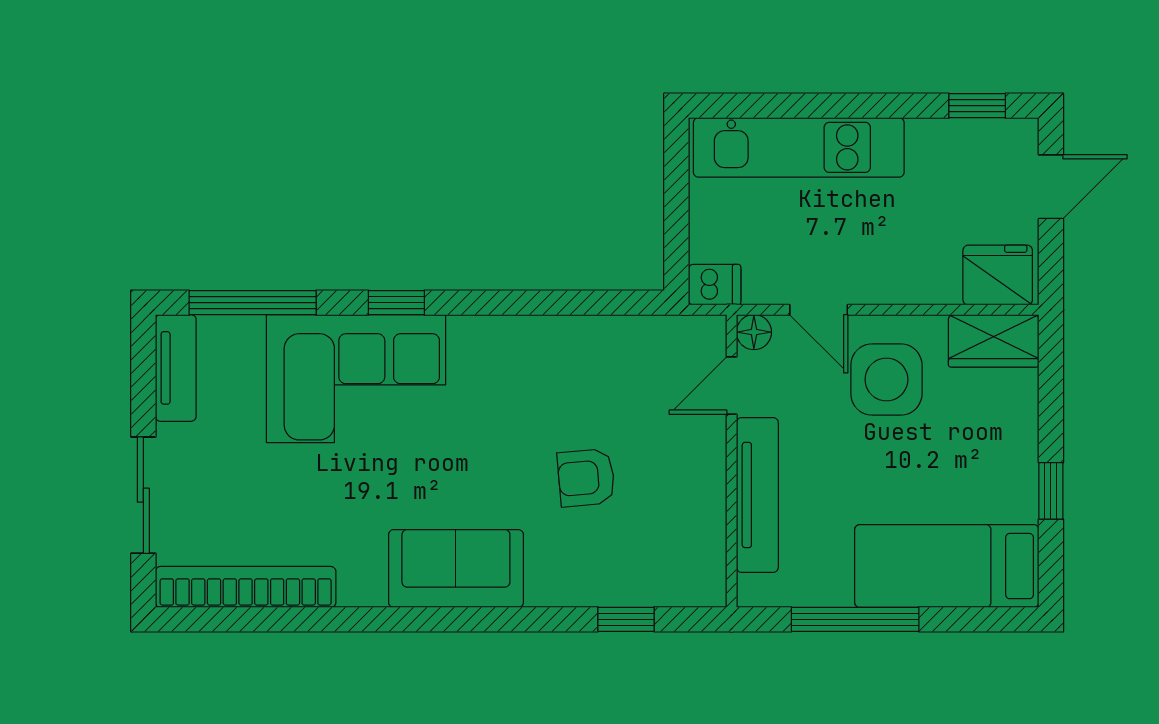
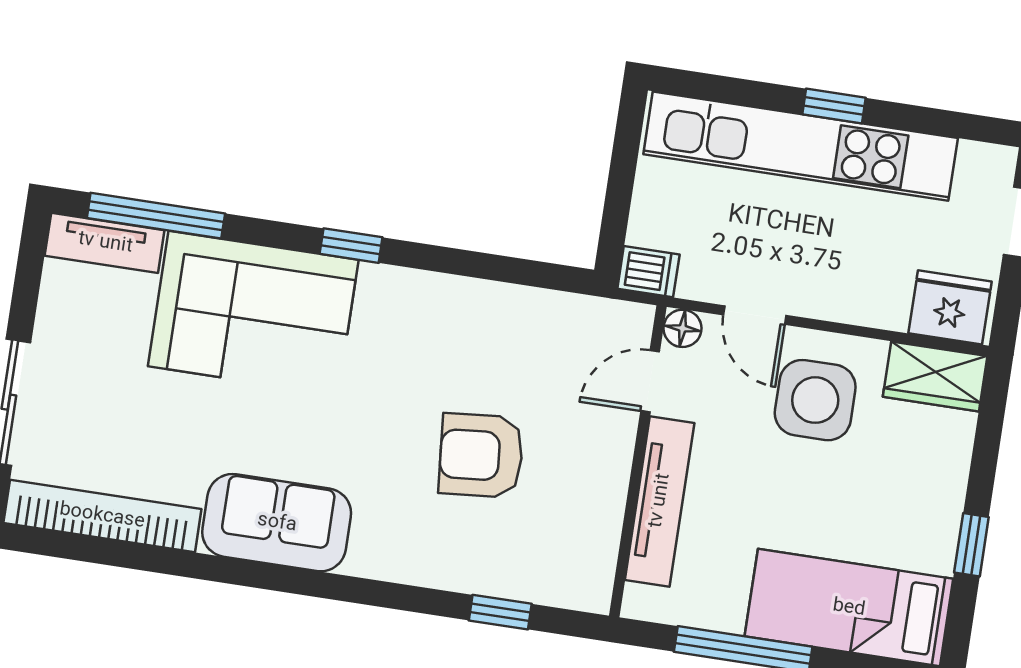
window: (977, 106) -> (834, 106), moved
kitchen unit: (799, 147) -> (801, 146), width x1.36
window: (396, 303) -> (351, 246), moved
tv unit: (176, 368) -> (105, 243), moved, turned 90
armchair: (586, 478) -> (481, 455), width x1.38, depth x1.38
sofa: (456, 568) -> (277, 523), moved

